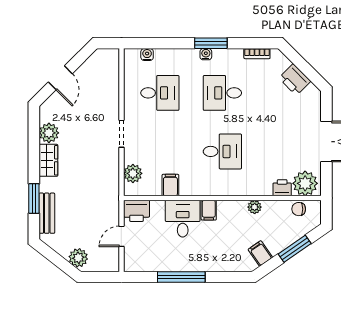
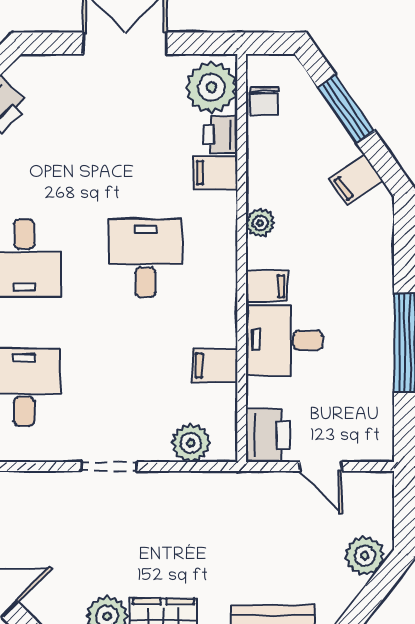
filing cabinet: (264, 185) -> (215, 173), added
plant: (255, 207) -> (260, 223), moved

